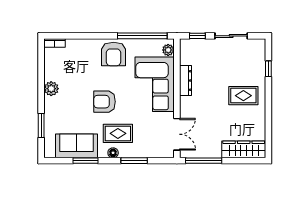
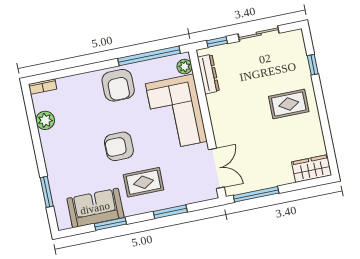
dresser: (186, 81) -> (208, 74), moved
plant: (51, 89) -> (45, 120), moved
wardrobe: (244, 149) -> (312, 169), width x0.67
floor lamp: (113, 153) -> (142, 207), removed

